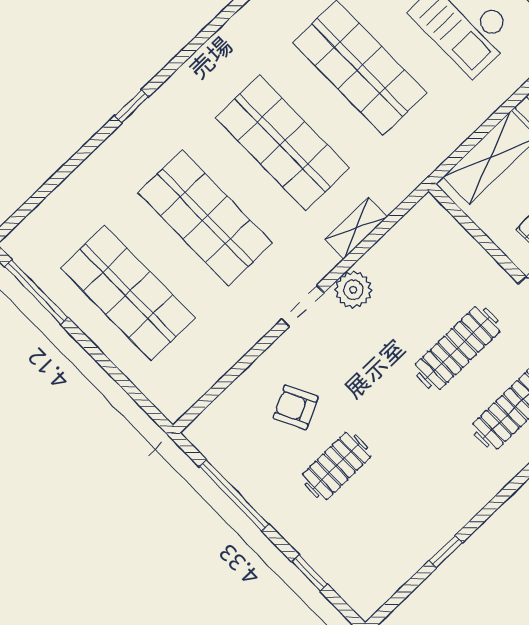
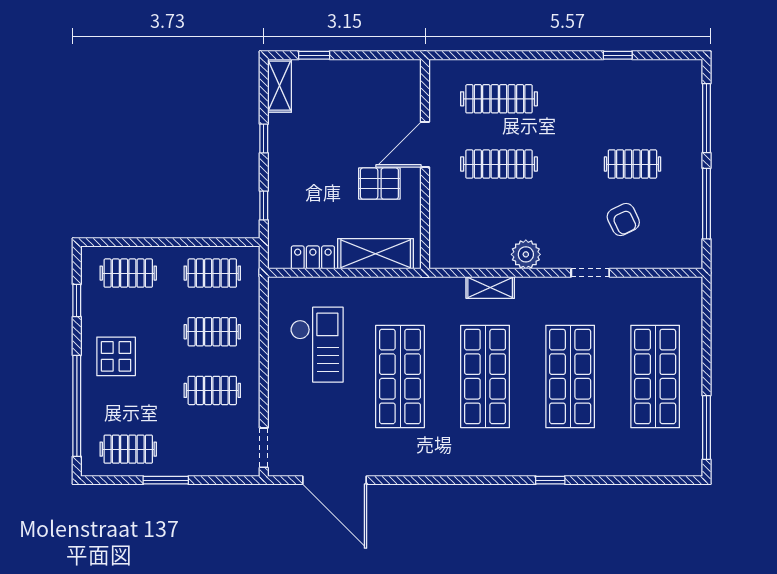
doorway: (303, 306) -> (590, 273), moved
window: (310, 573) -> (706, 118), width x2.17

